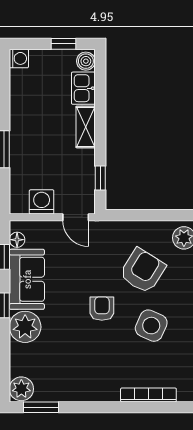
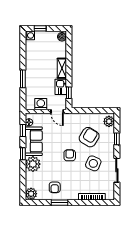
window: (63, 44) -> (40, 28), moved
kitchen sink: (83, 88) -> (61, 87), moved
armchair: (71, 376) -> (55, 187), added
window: (41, 407) -> (59, 203), moved

